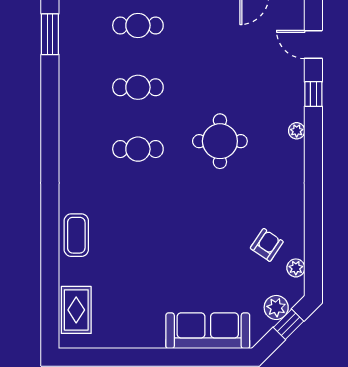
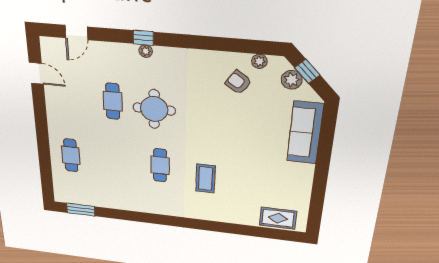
cafe table: (138, 87) -> (113, 101), moved
window: (313, 94) -> (143, 38), moved
coffee table: (76, 235) -> (206, 178), moved, turned 90

